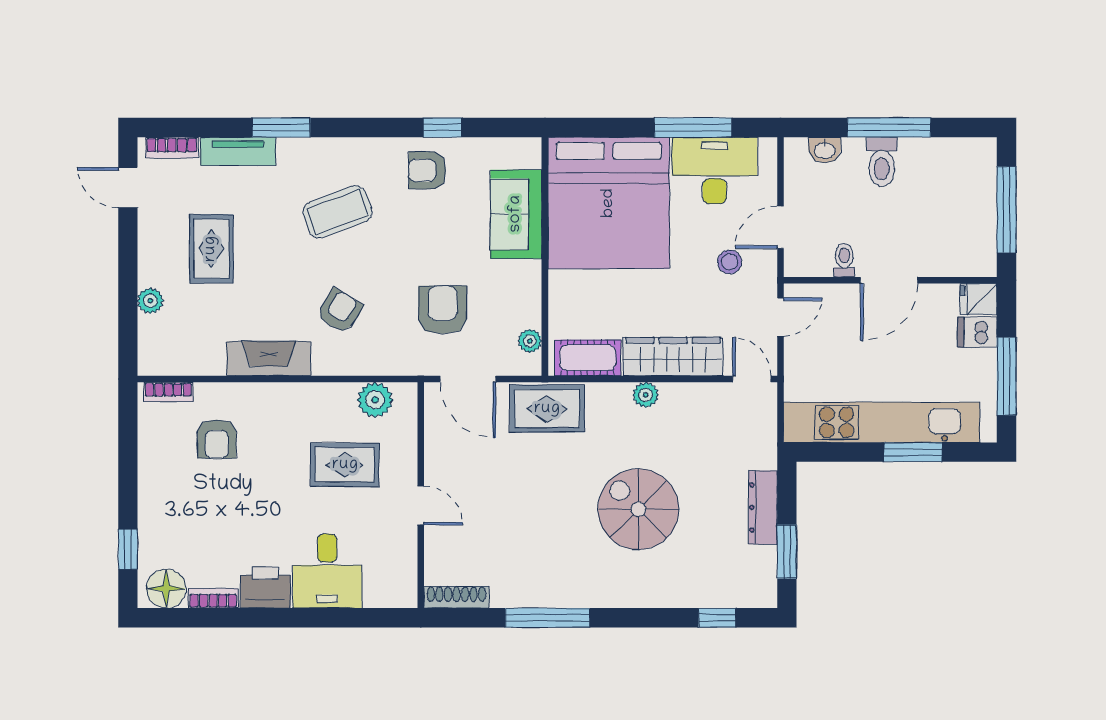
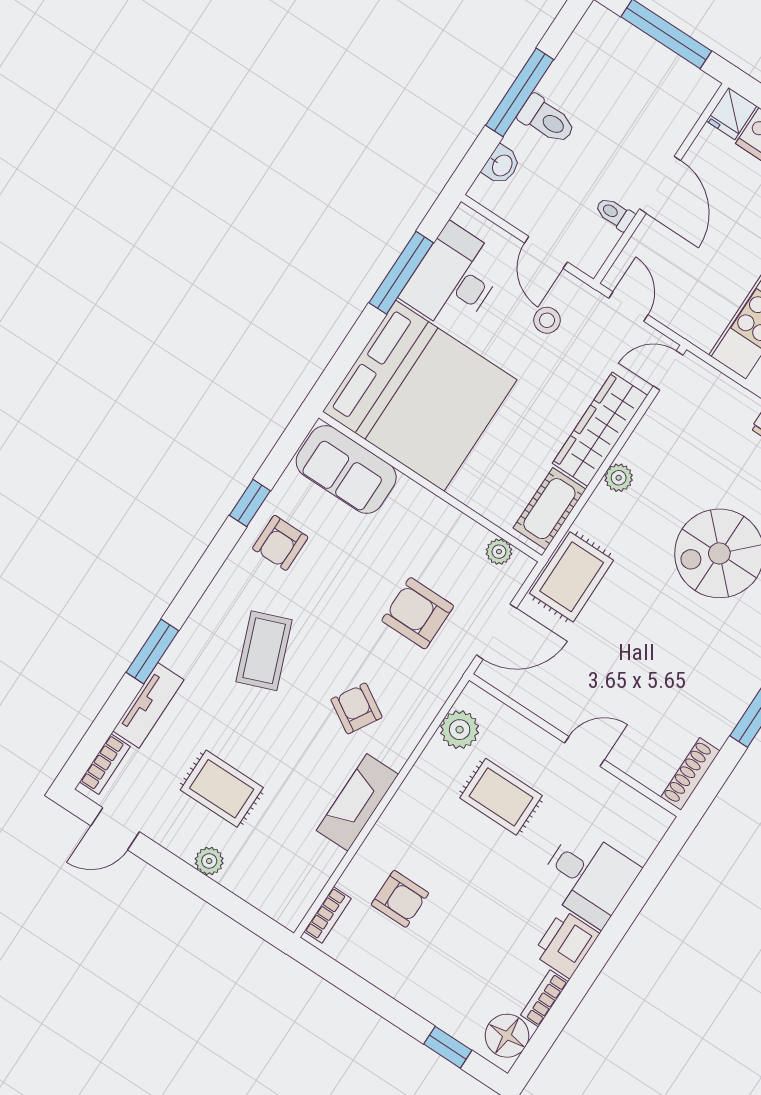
sofa: (516, 214) -> (346, 469), moved
plant: (150, 301) -> (209, 861), moved
rug: (345, 465) -> (501, 797), turned 90

